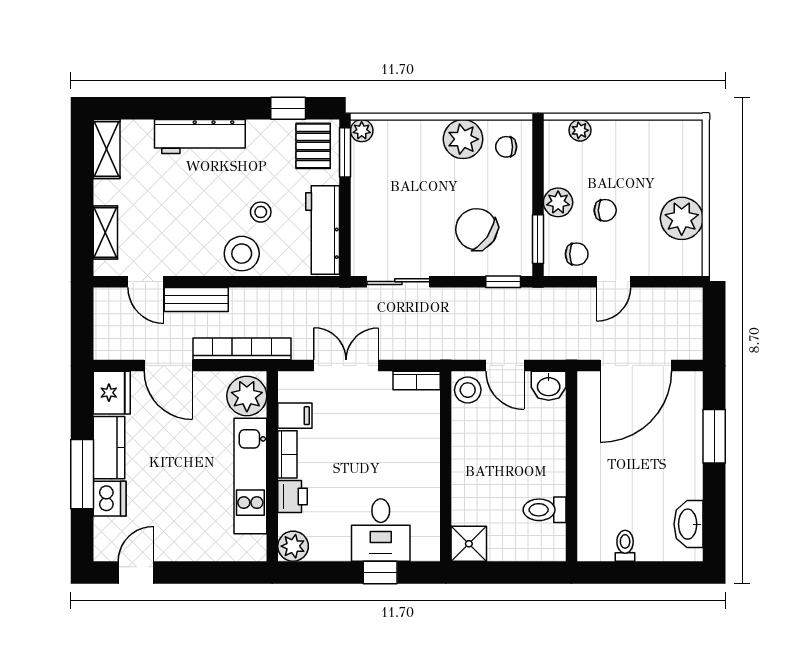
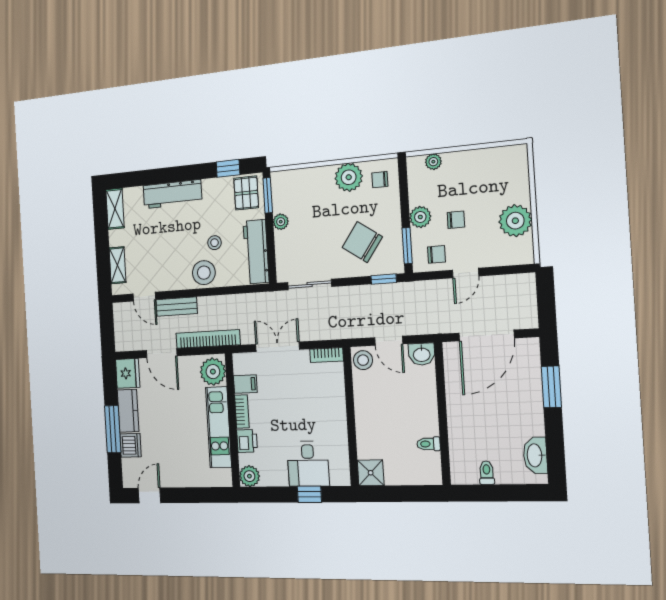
plant: (362, 131) -> (281, 222), moved
toilet: (545, 510) -> (429, 444), width x0.73, depth x0.72

